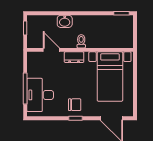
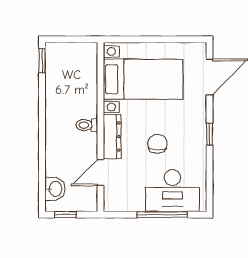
washbasin: (65, 21) -> (55, 189), moved
dresser: (74, 57) -> (112, 137), width x1.44
chair: (75, 105) -> (157, 144), moved

